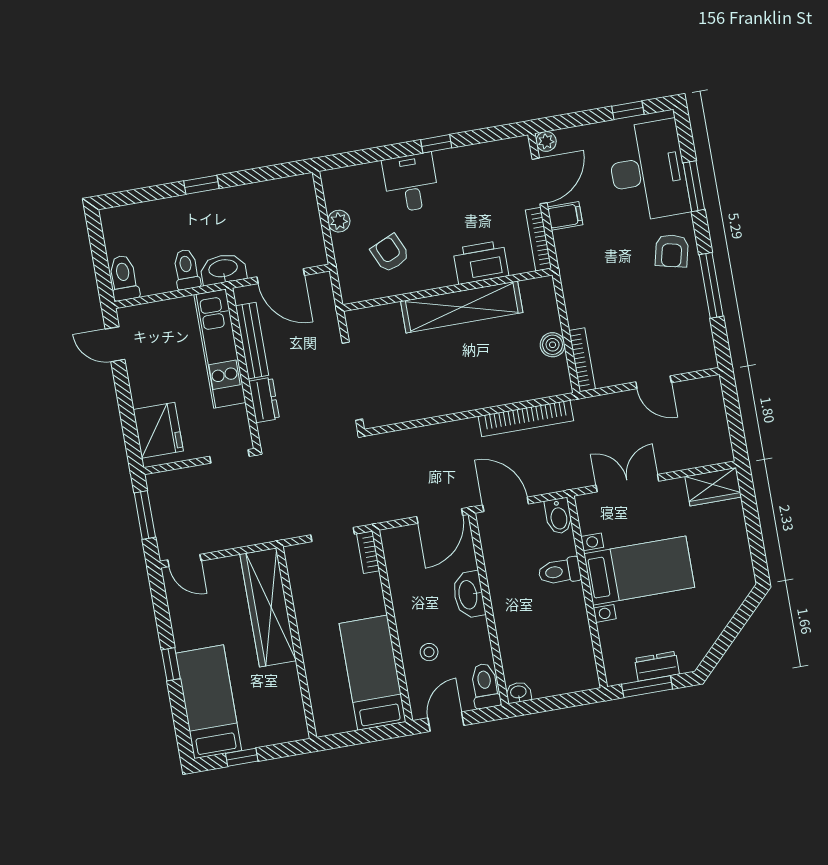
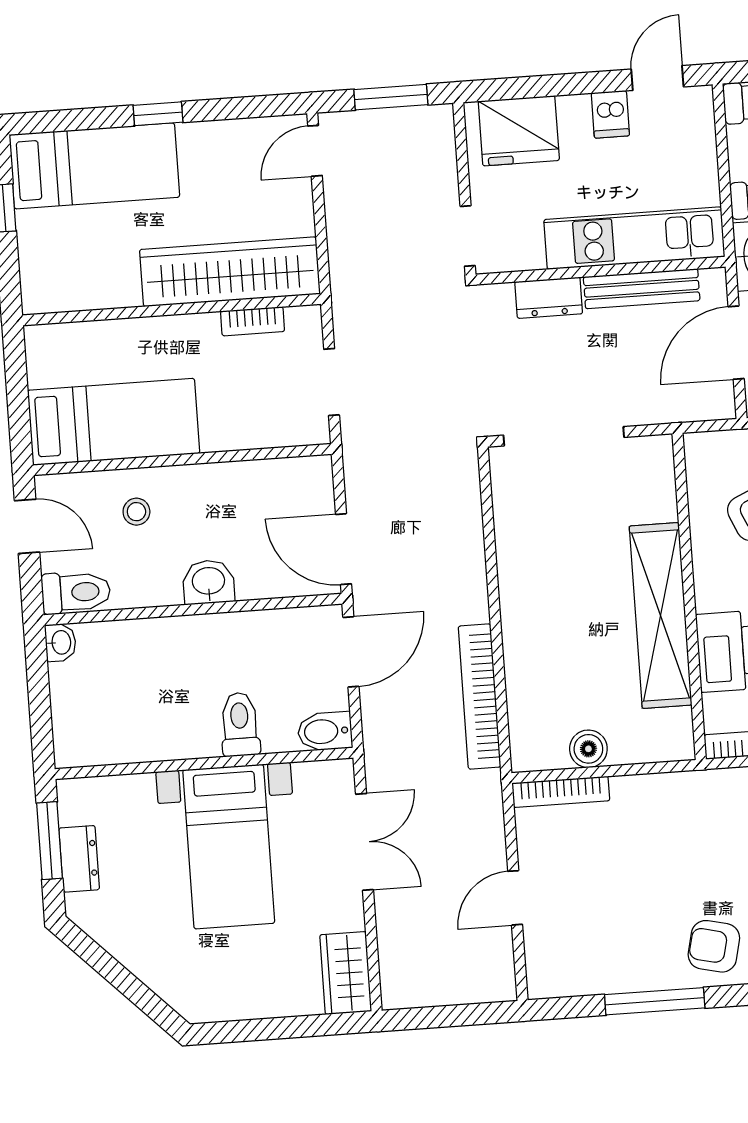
dishwasher: (142, 372) -> (610, 114), added
bookcase: (368, 552) -> (253, 321), moved, turned 180
washbasin: (469, 595) -> (208, 582), width x0.72

